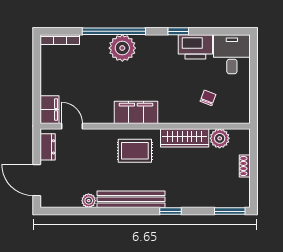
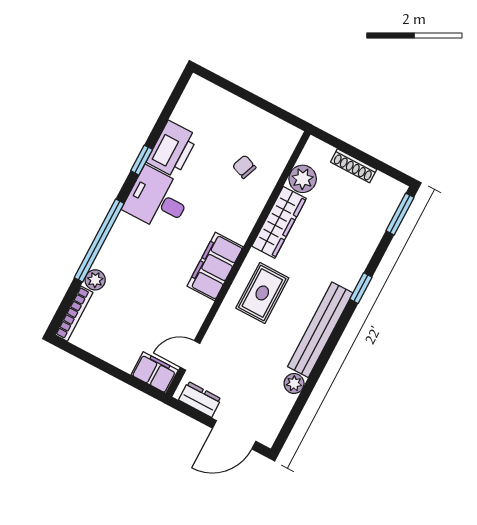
plant: (122, 48) -> (95, 280), moved, width x0.53, depth x0.53
desk: (232, 54) -> (157, 200), moved
shoe rack: (245, 166) -> (354, 166), width x1.43

